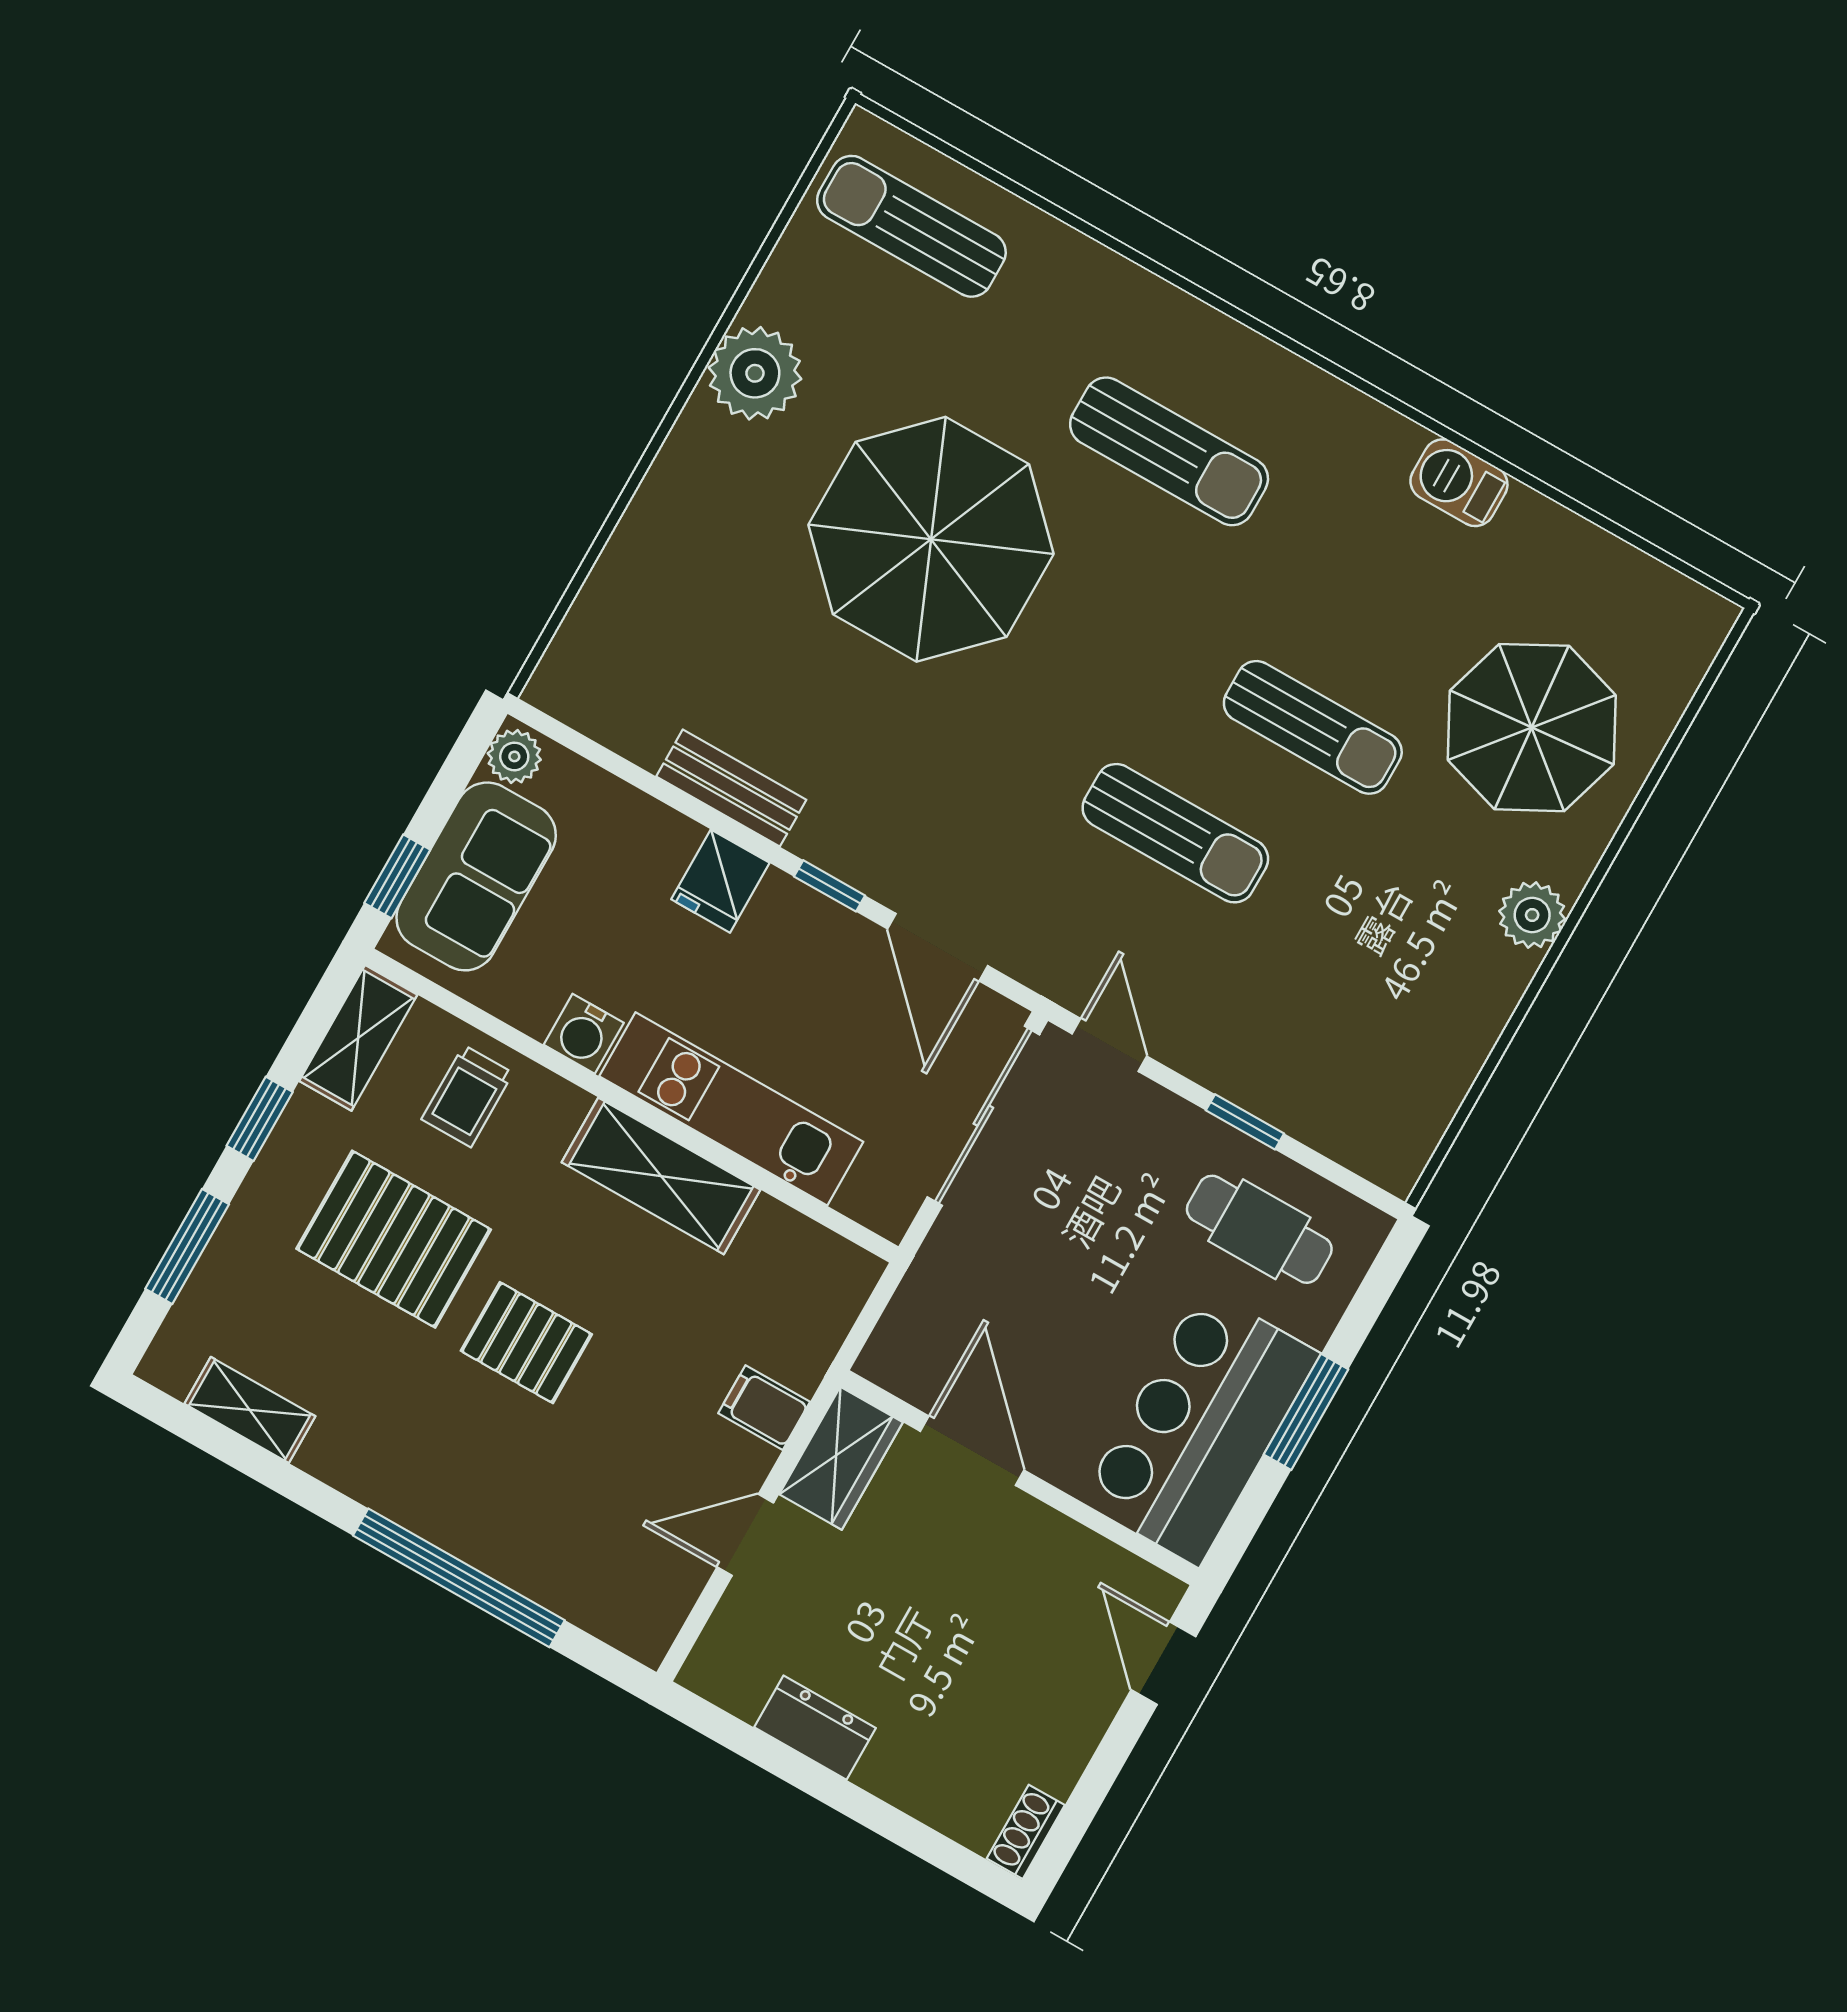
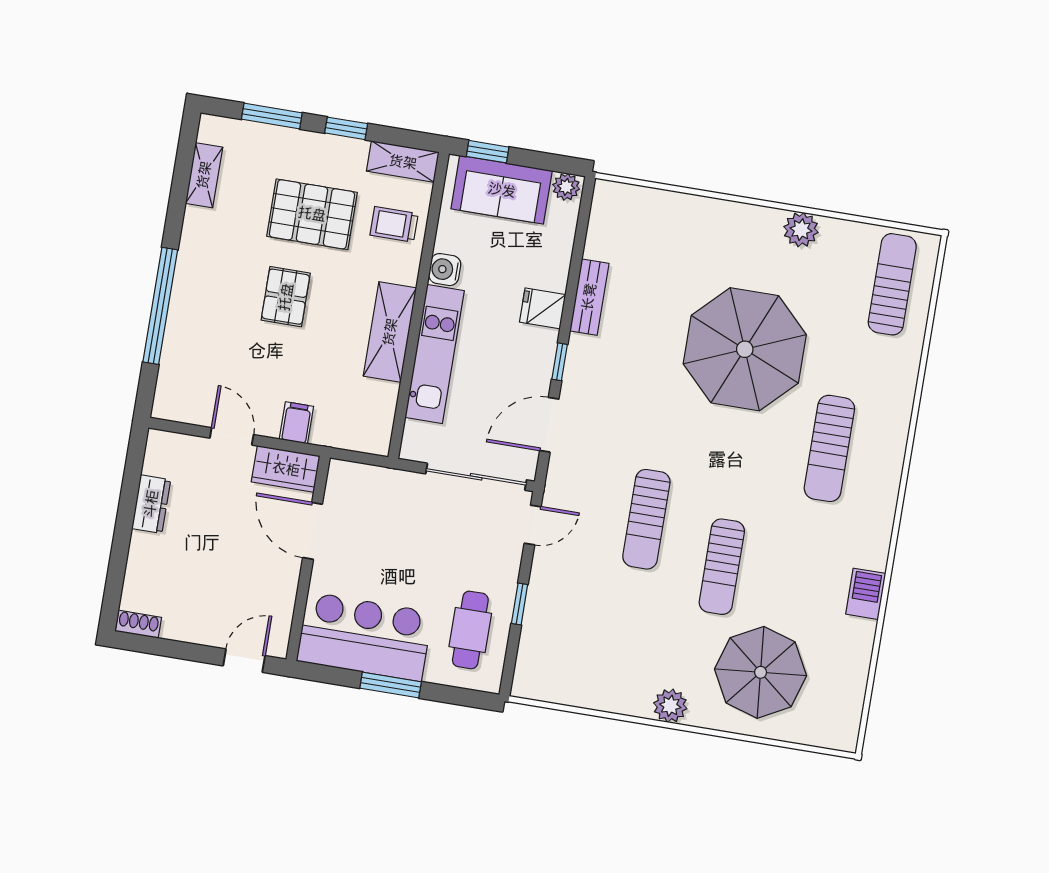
plant: (755, 373) -> (801, 230), width x0.73, depth x0.73
pallet: (394, 1239) -> (312, 214), turned 90
door: (972, 1451) -> (313, 531), swing flipped

